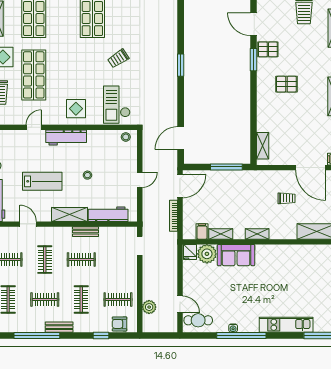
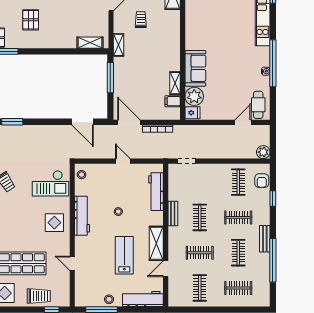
workbench: (66, 137) -> (82, 216), moved
shelving: (70, 215) -> (156, 243), moved
shelving: (257, 234) -> (119, 45), moved
plant: (149, 307) -> (263, 152), moved

